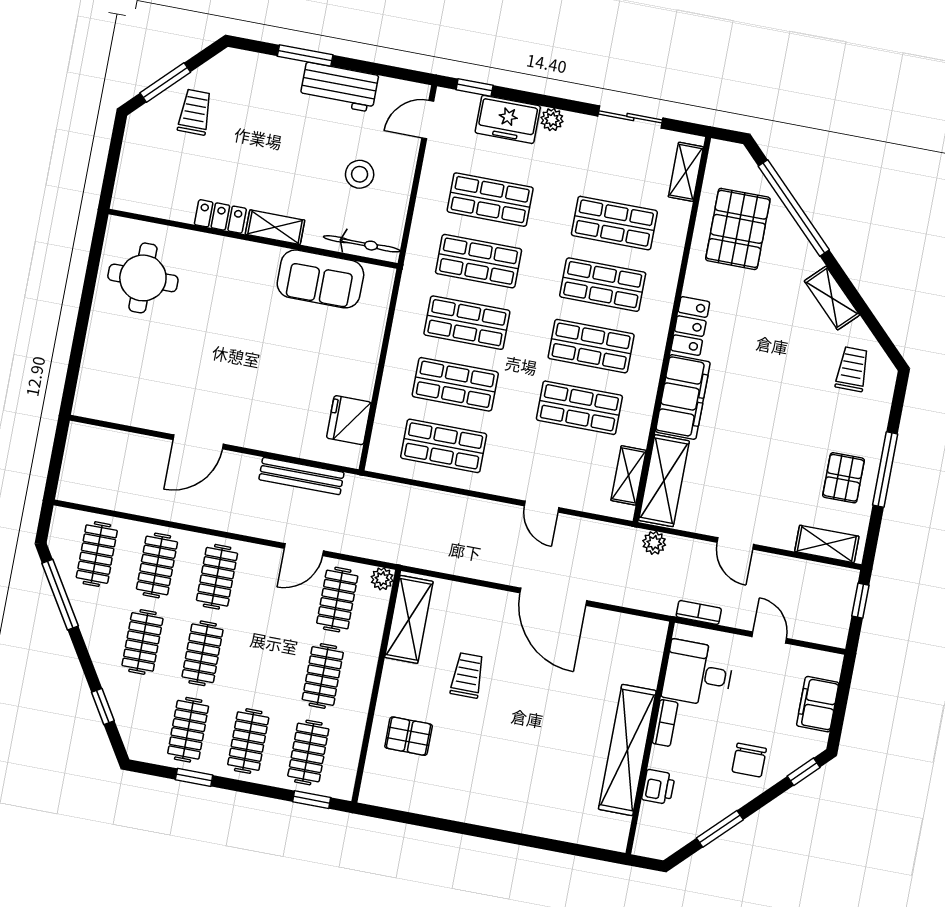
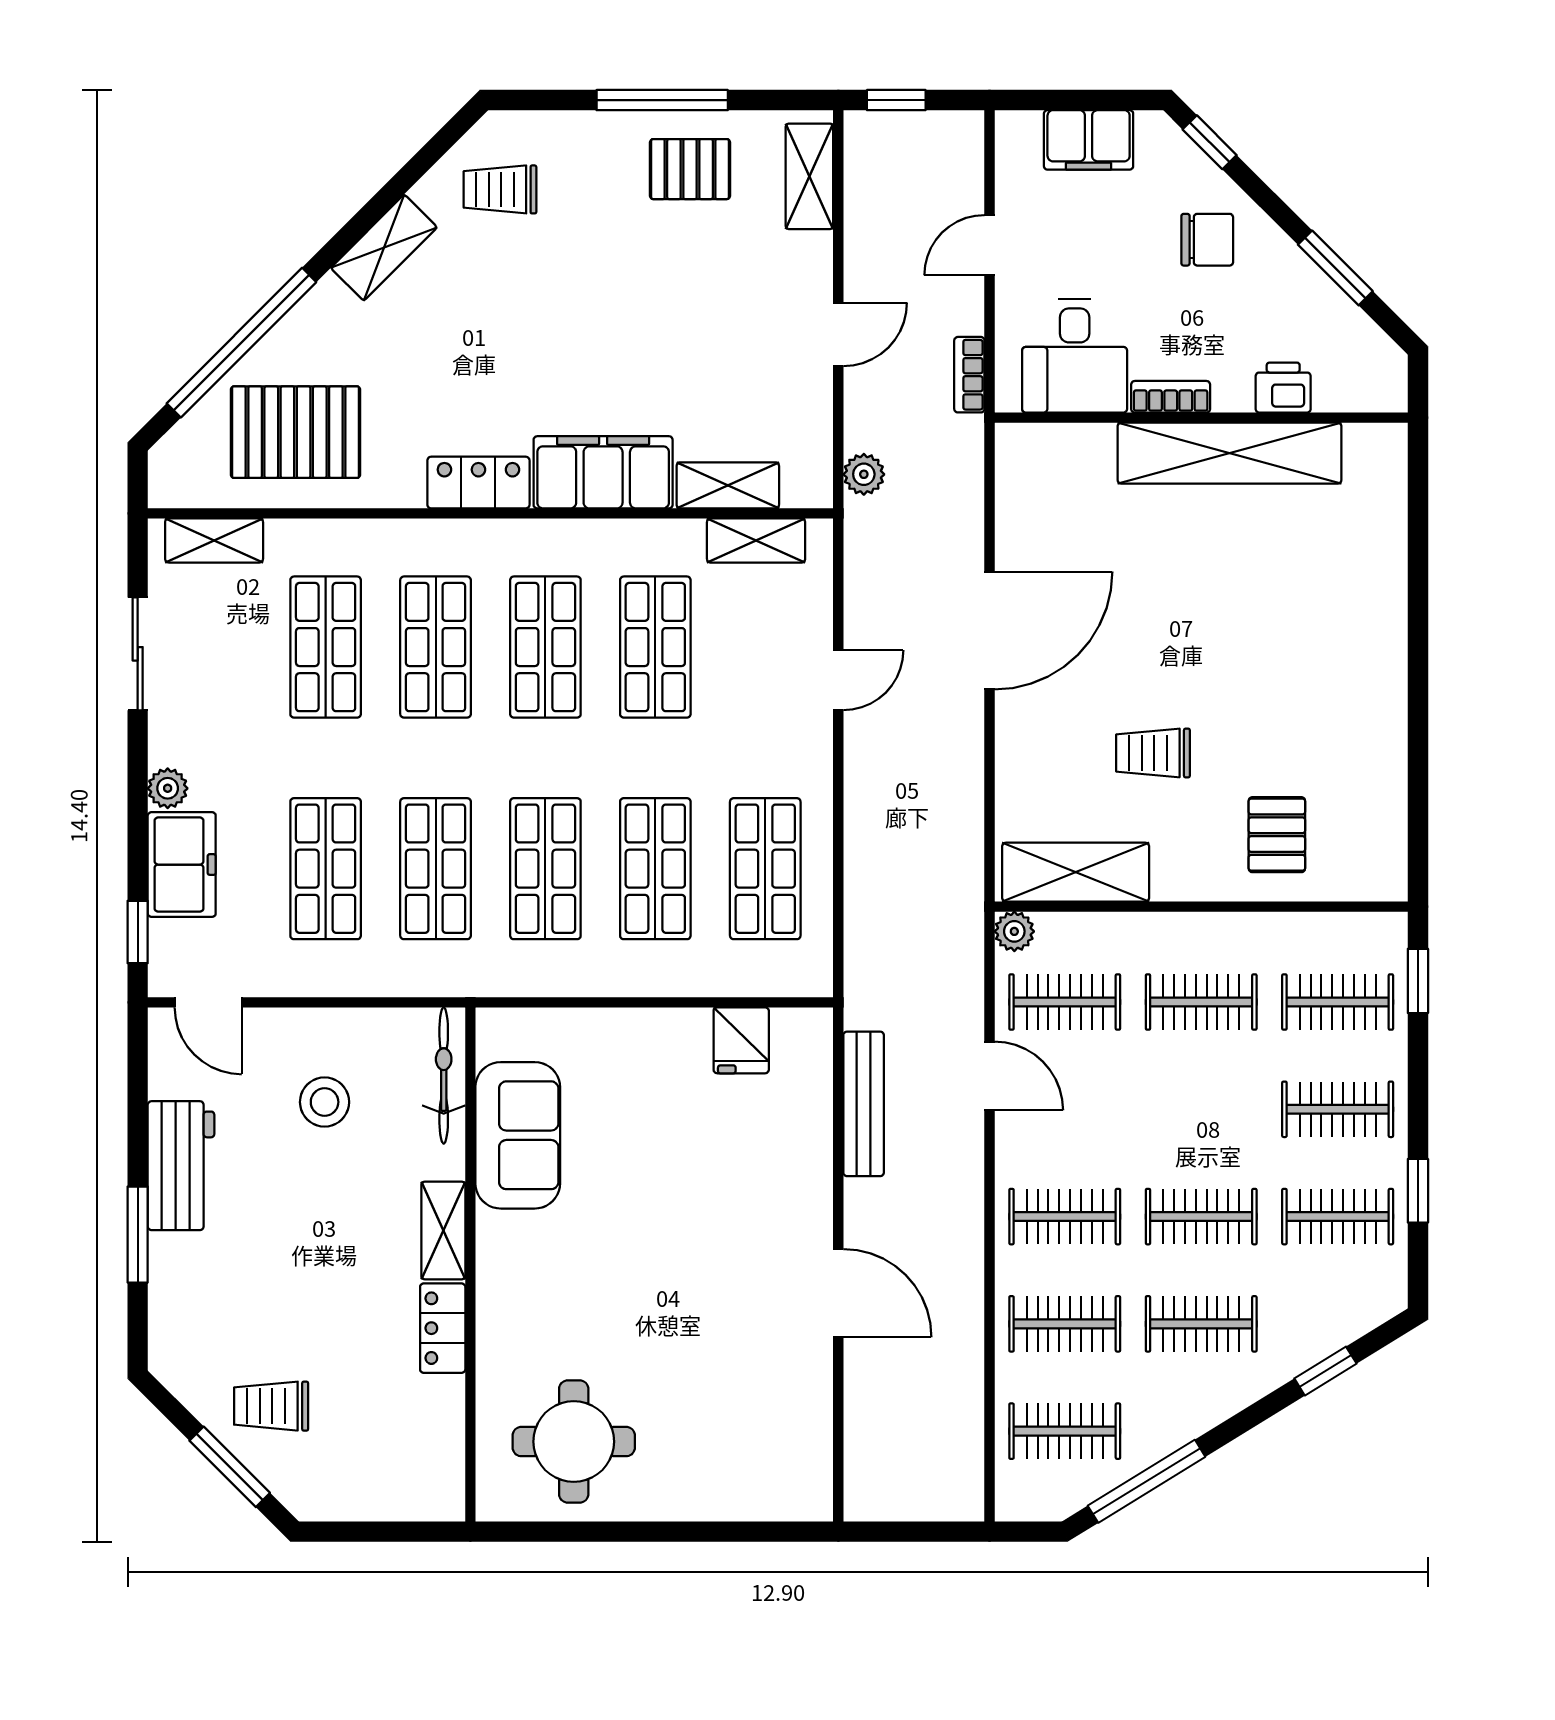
fridge: (349, 420) -> (741, 1040), width x0.72
shelving: (664, 481) -> (728, 485), width x0.67, depth x0.75

